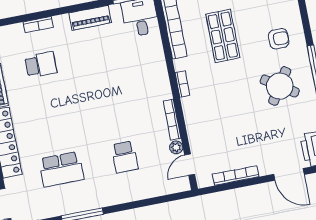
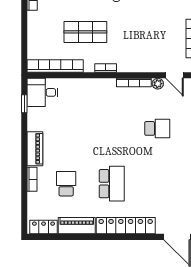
piano: (90, 18) -> (35, 149), moved
shop shelf: (223, 36) -> (85, 32), moved
school desk: (61, 169) -> (112, 184), moved

